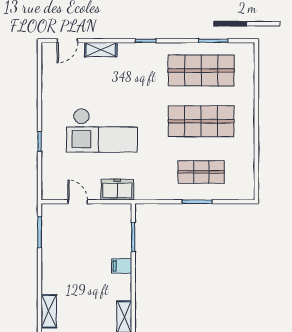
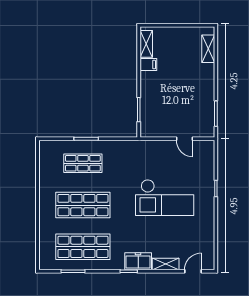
checkout: (102, 130) -> (165, 198), turned 180
freezer: (117, 190) -> (138, 261), moved, turned 180
filing cabinet: (122, 266) -> (148, 65), moved

